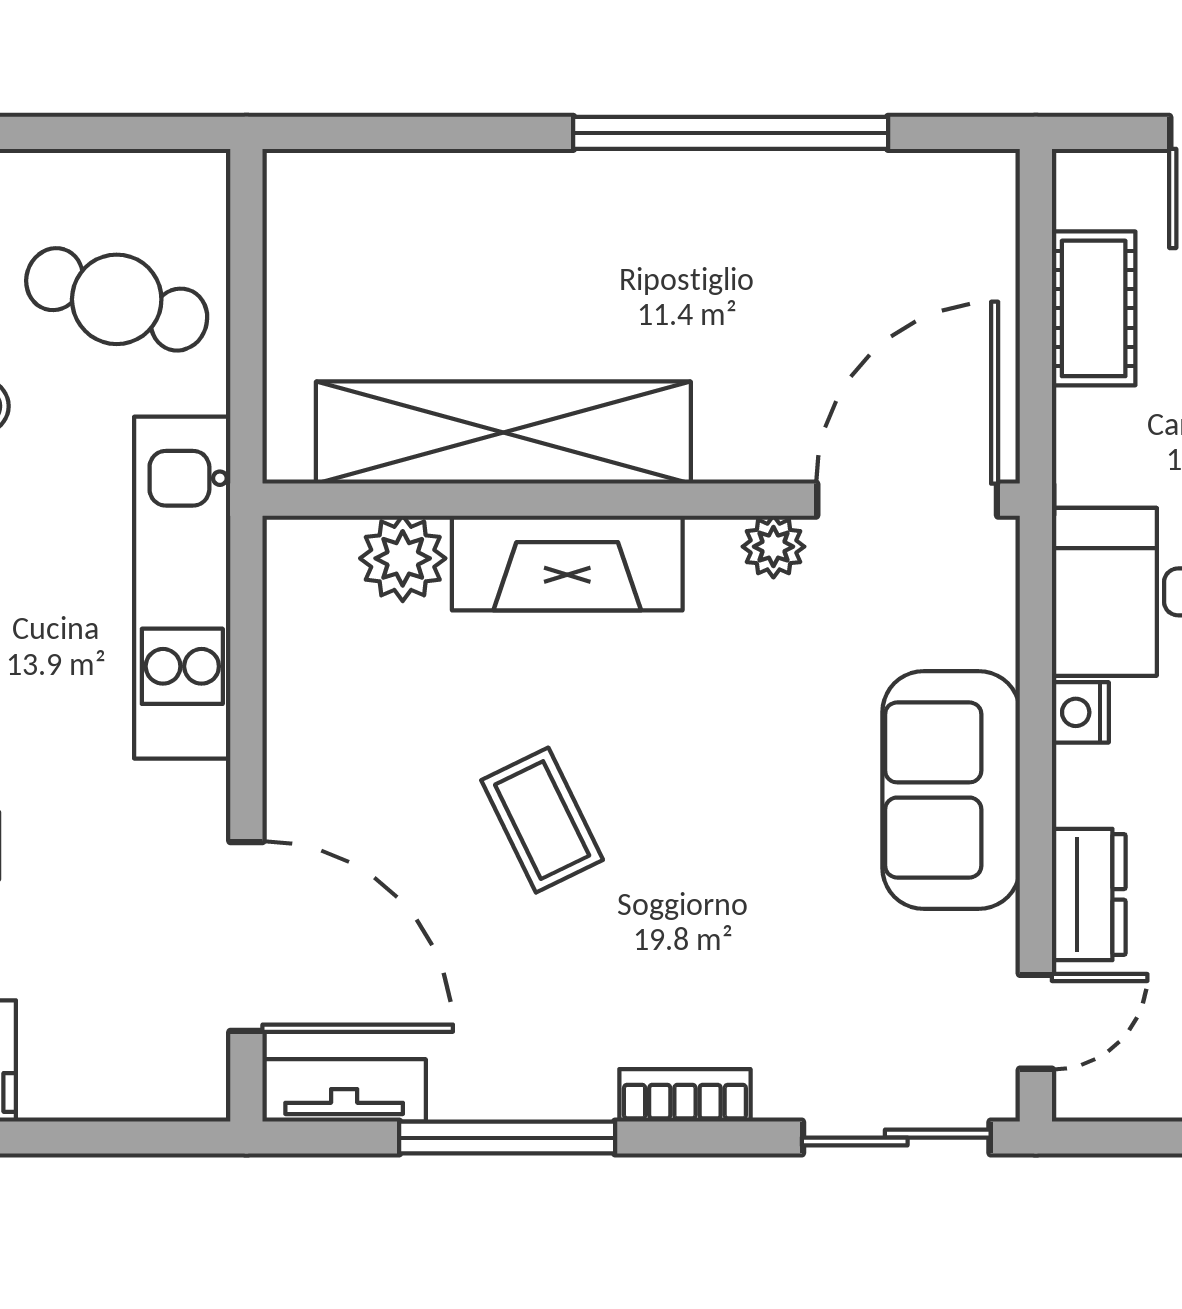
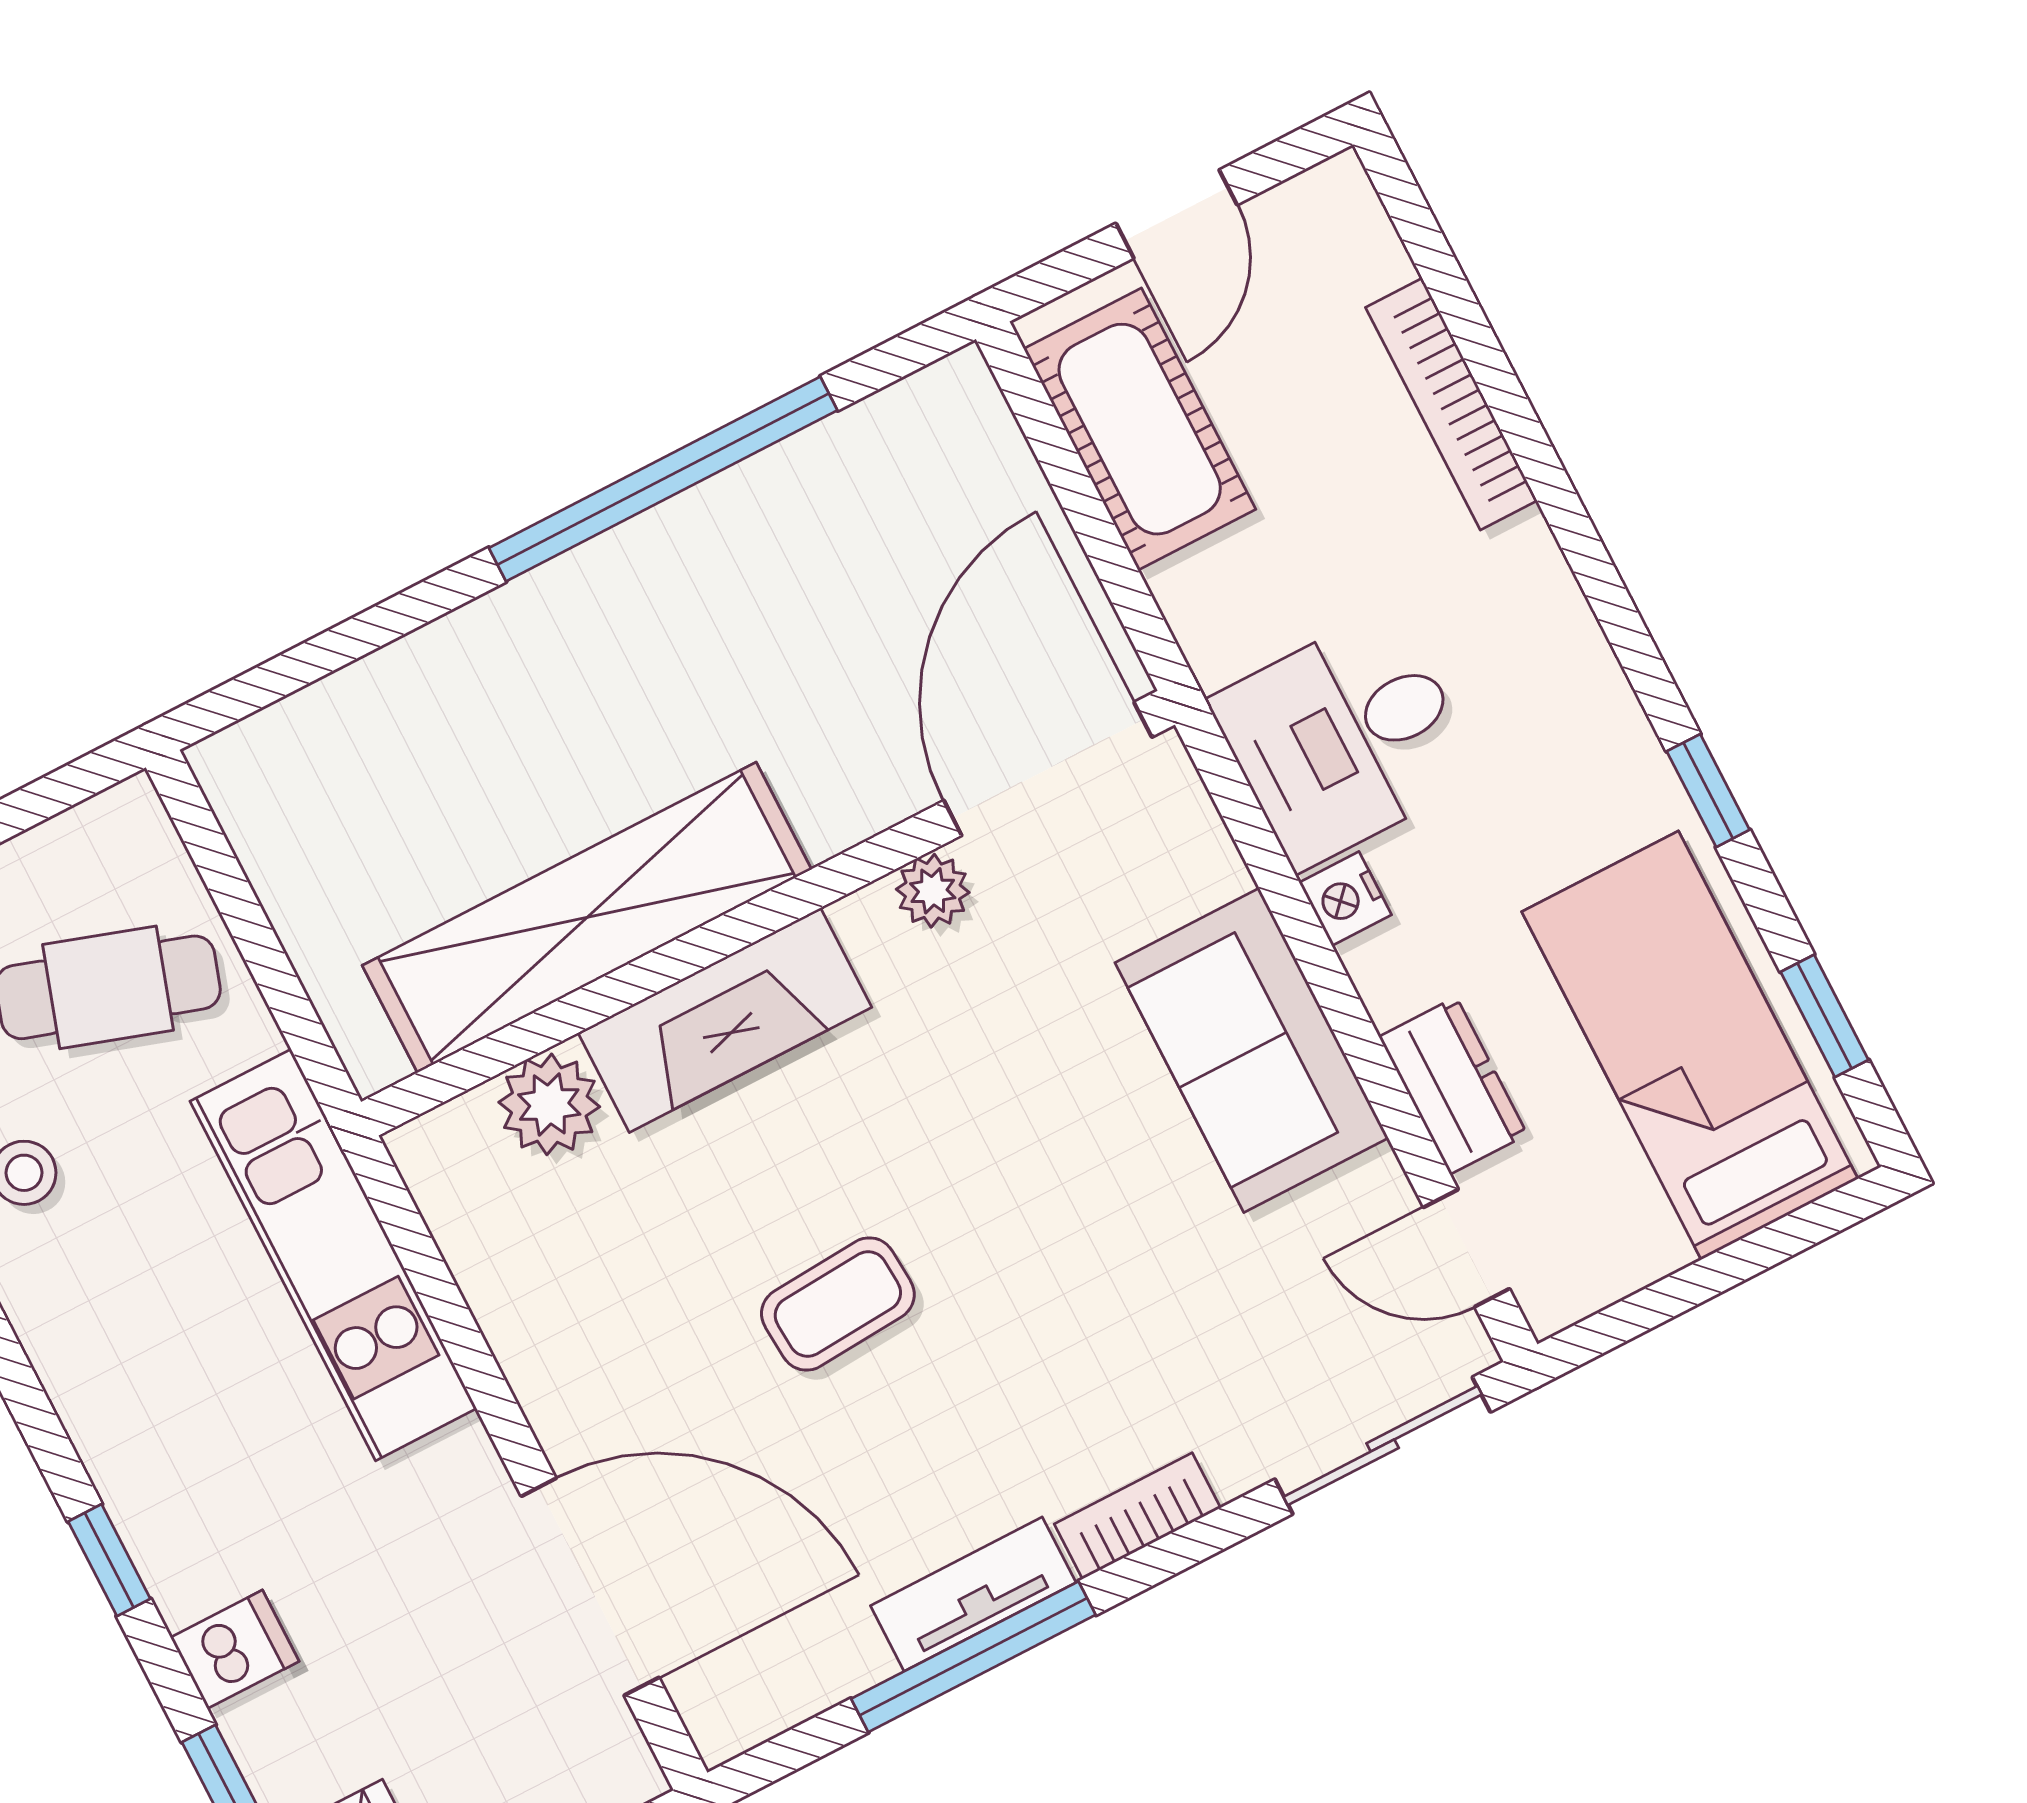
cot: (1094, 308) -> (1140, 429), width x1.37, depth x1.34
coffee table: (542, 820) -> (838, 1304), turned -68
door: (1036, 1022) -> (1466, 1248), swing flipped
tv unit: (344, 1090) -> (973, 1594), moved

